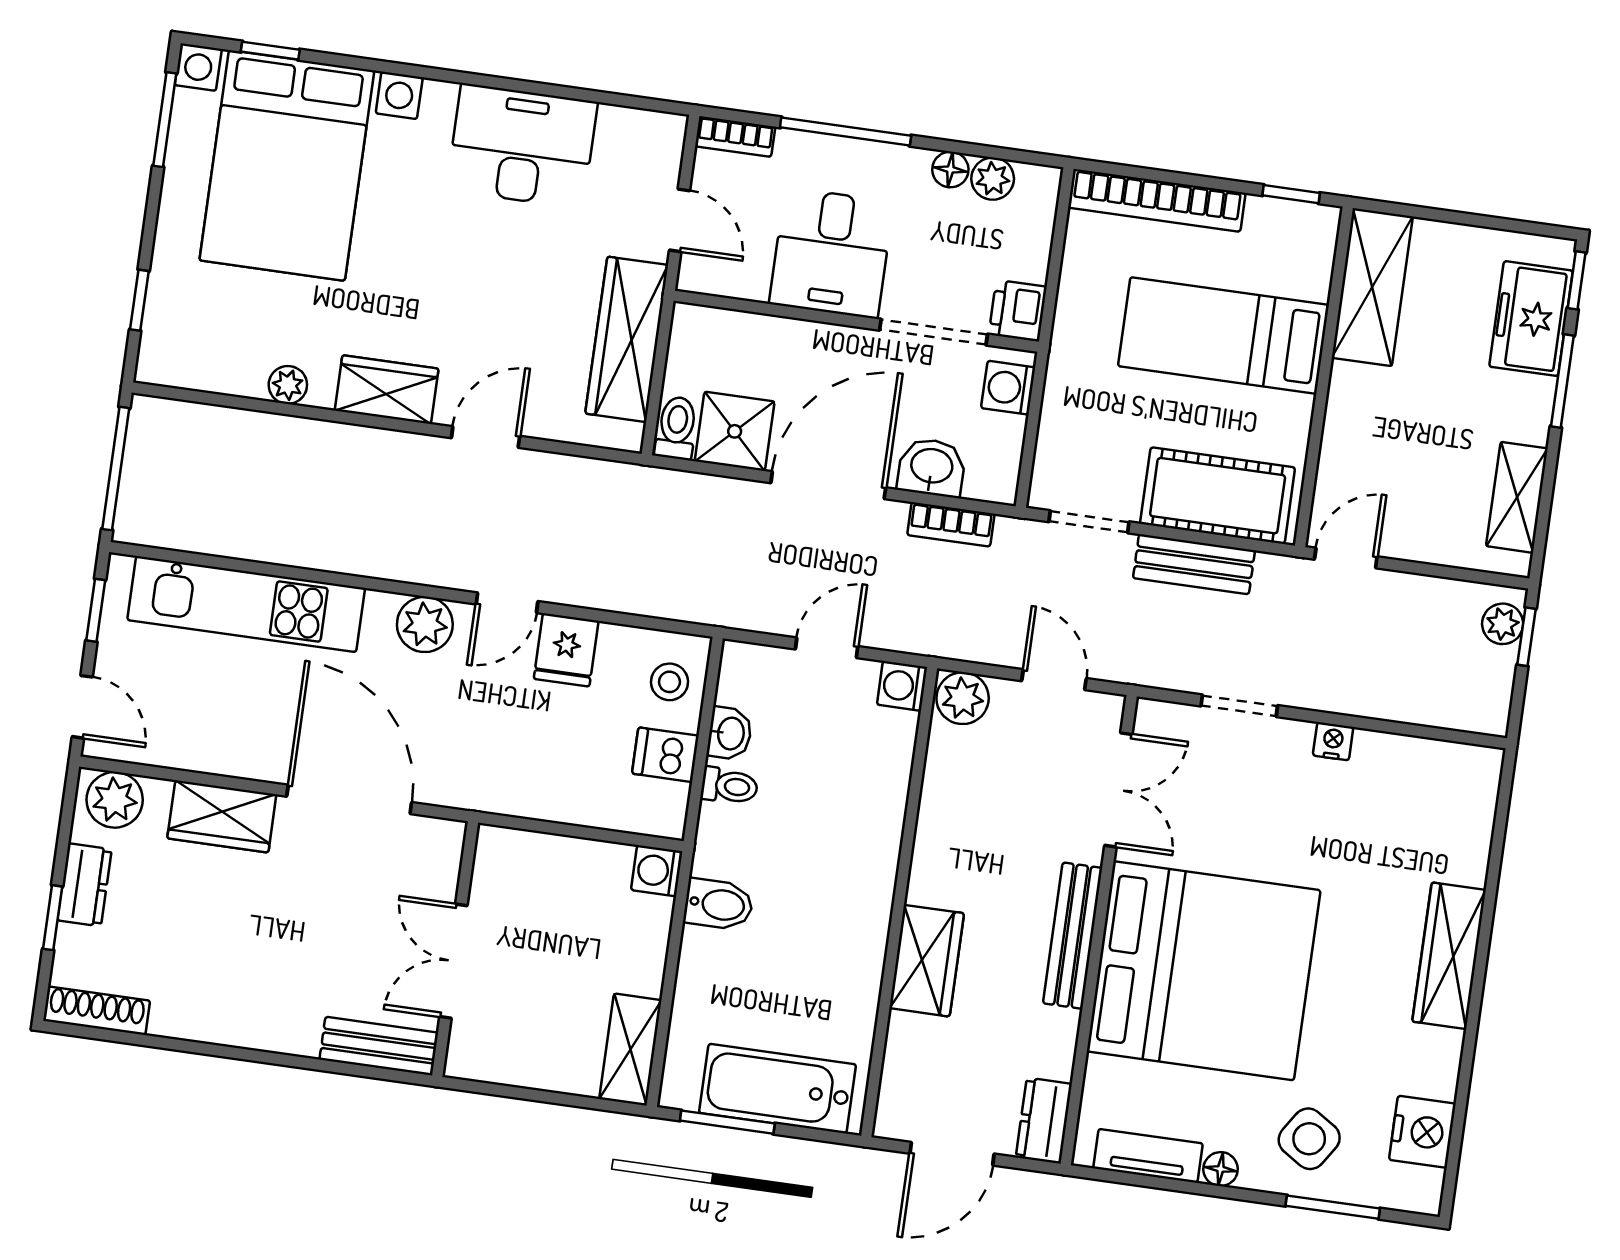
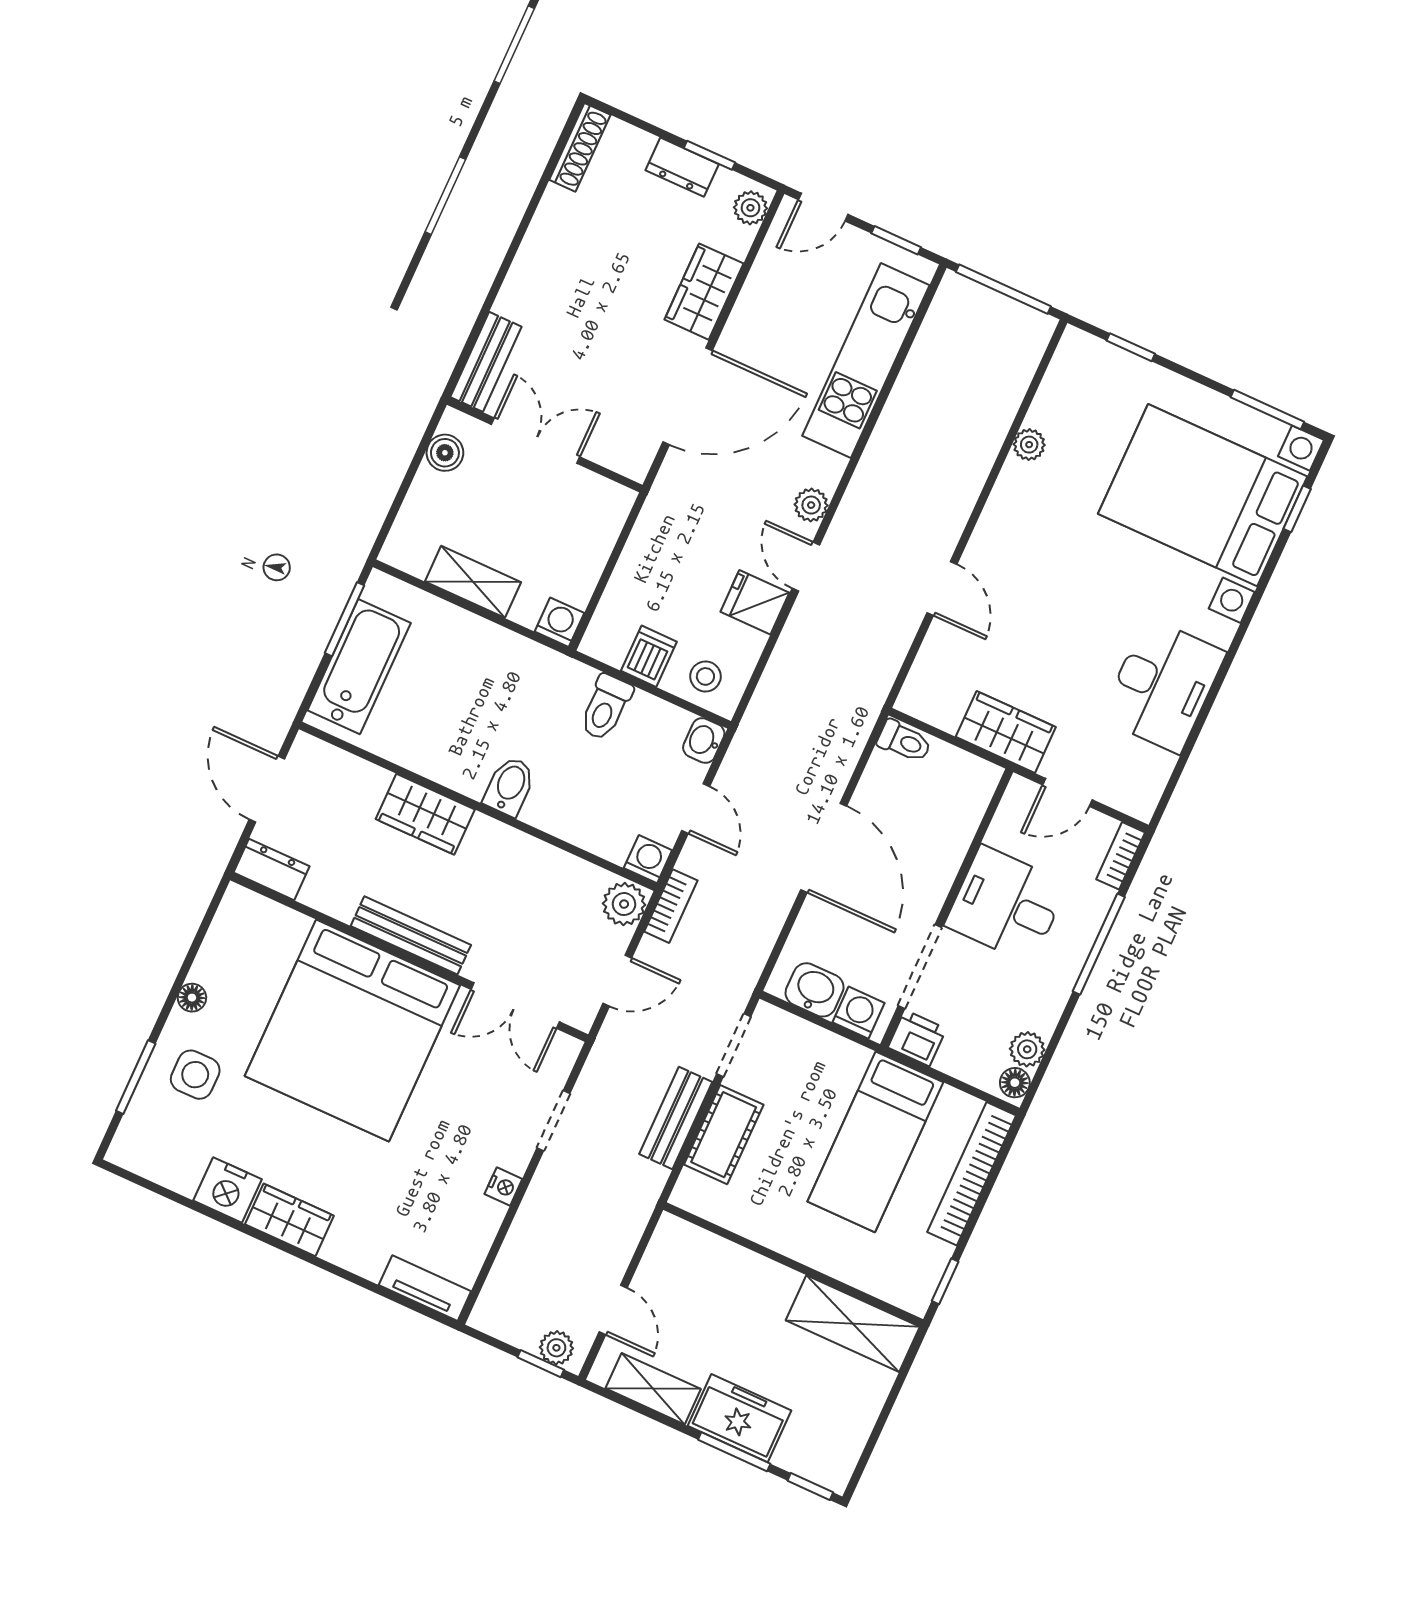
floor lamp: (950, 170) -> (1015, 1083), moved
freezer: (1531, 319) -> (739, 1418), moved
bed: (1223, 336) -> (875, 1142), moved, turned 180
wardrobe: (627, 339) -> (1006, 732), width x0.67
wardrobe: (387, 390) -> (1002, 521), removed
shower: (735, 431) -> (888, 786), removed
washbasin: (932, 467) -> (815, 990), moved, turned -90
cot: (1218, 496) -> (724, 1135), width x0.73, depth x0.75
bookcase: (951, 524) -> (671, 906), moved, turned 180
door: (1346, 558) -> (613, 1310), moved
plant: (425, 624) -> (811, 505), width x0.73, depth x0.73
washbasin: (730, 733) -> (704, 741), moved, turned 90
toilet: (729, 786) -> (606, 707), width x1.37, depth x1.39
plant: (115, 800) -> (750, 208), width x0.73, depth x0.73
bidet: (719, 904) -> (509, 786), moved, turned 180
window: (53, 918) -> (709, 155), moved
wardrobe: (1449, 956) -> (289, 1220), width x0.67
shelving: (630, 1049) -> (473, 582), moved
boiler: (499, 1062) -> (445, 453), added
nightstand: (1422, 1132) -> (228, 1190), moved
side table: (1309, 1139) -> (195, 1075), turned -33
tv unit: (1148, 1156) -> (425, 1288), moved, turned -90

